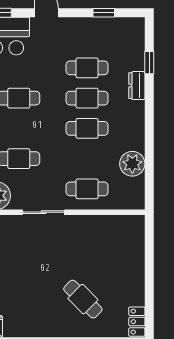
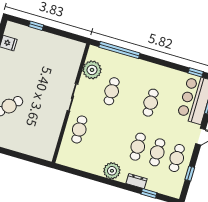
cafe table: (87, 128) -> (177, 158), moved
plant: (132, 164) -> (112, 171), moved

